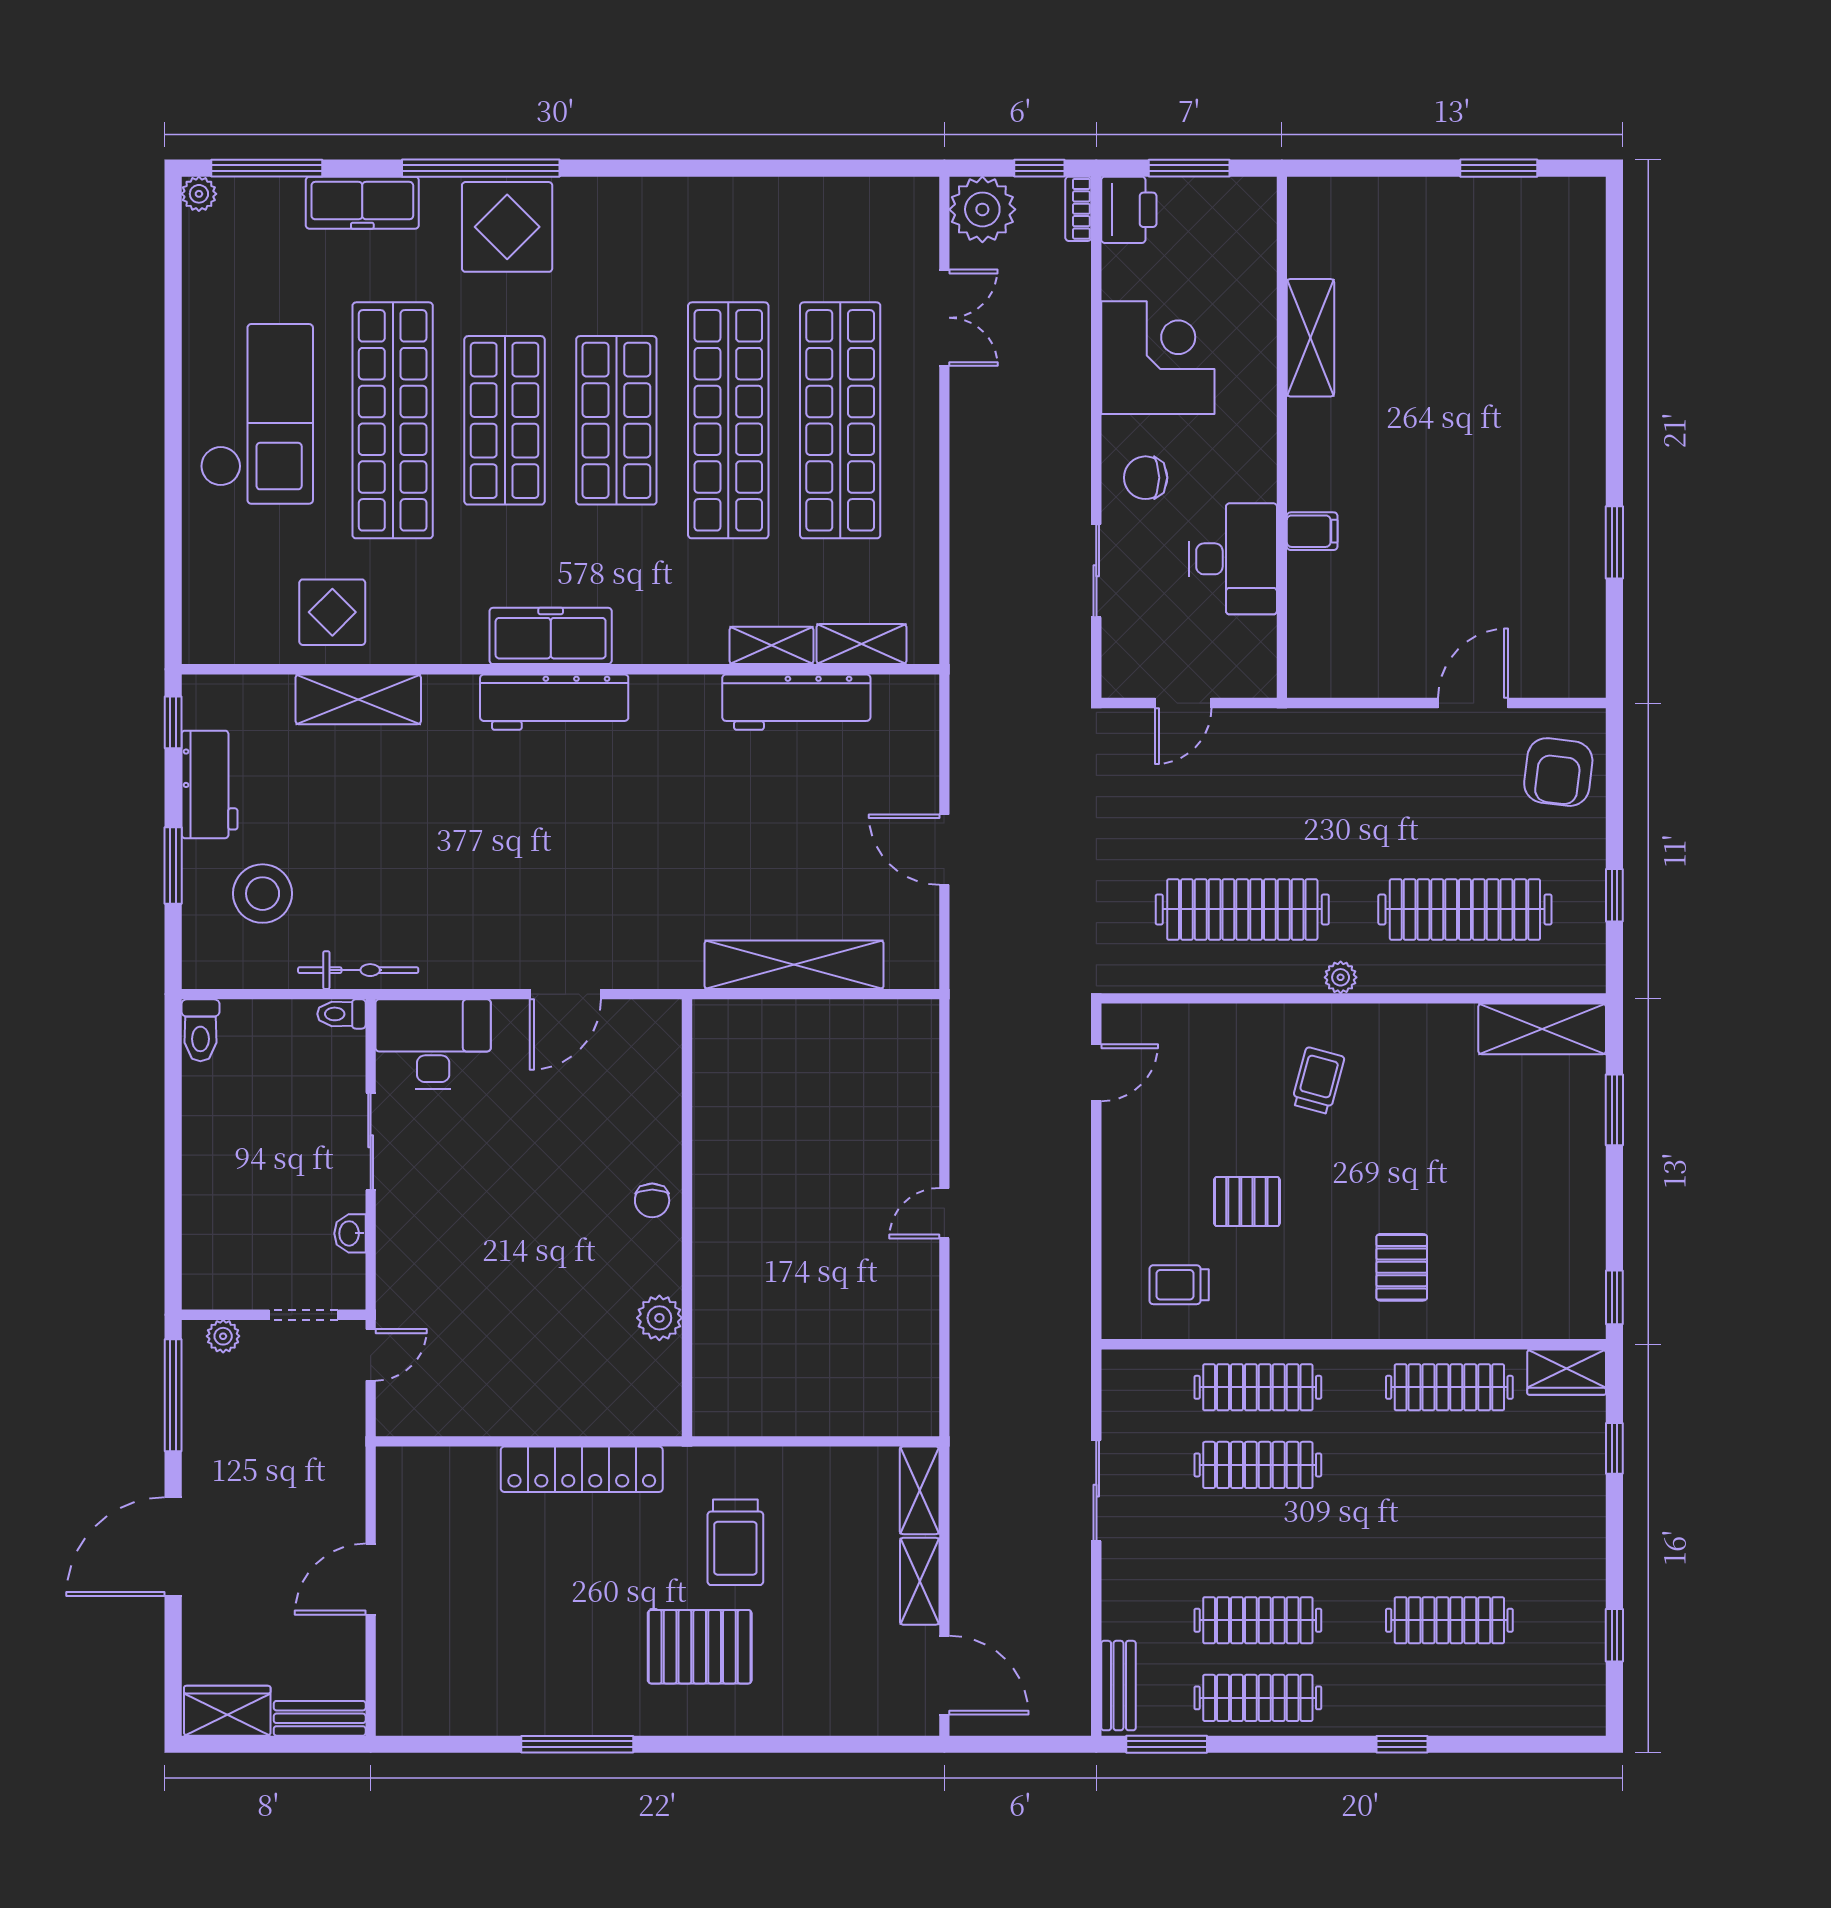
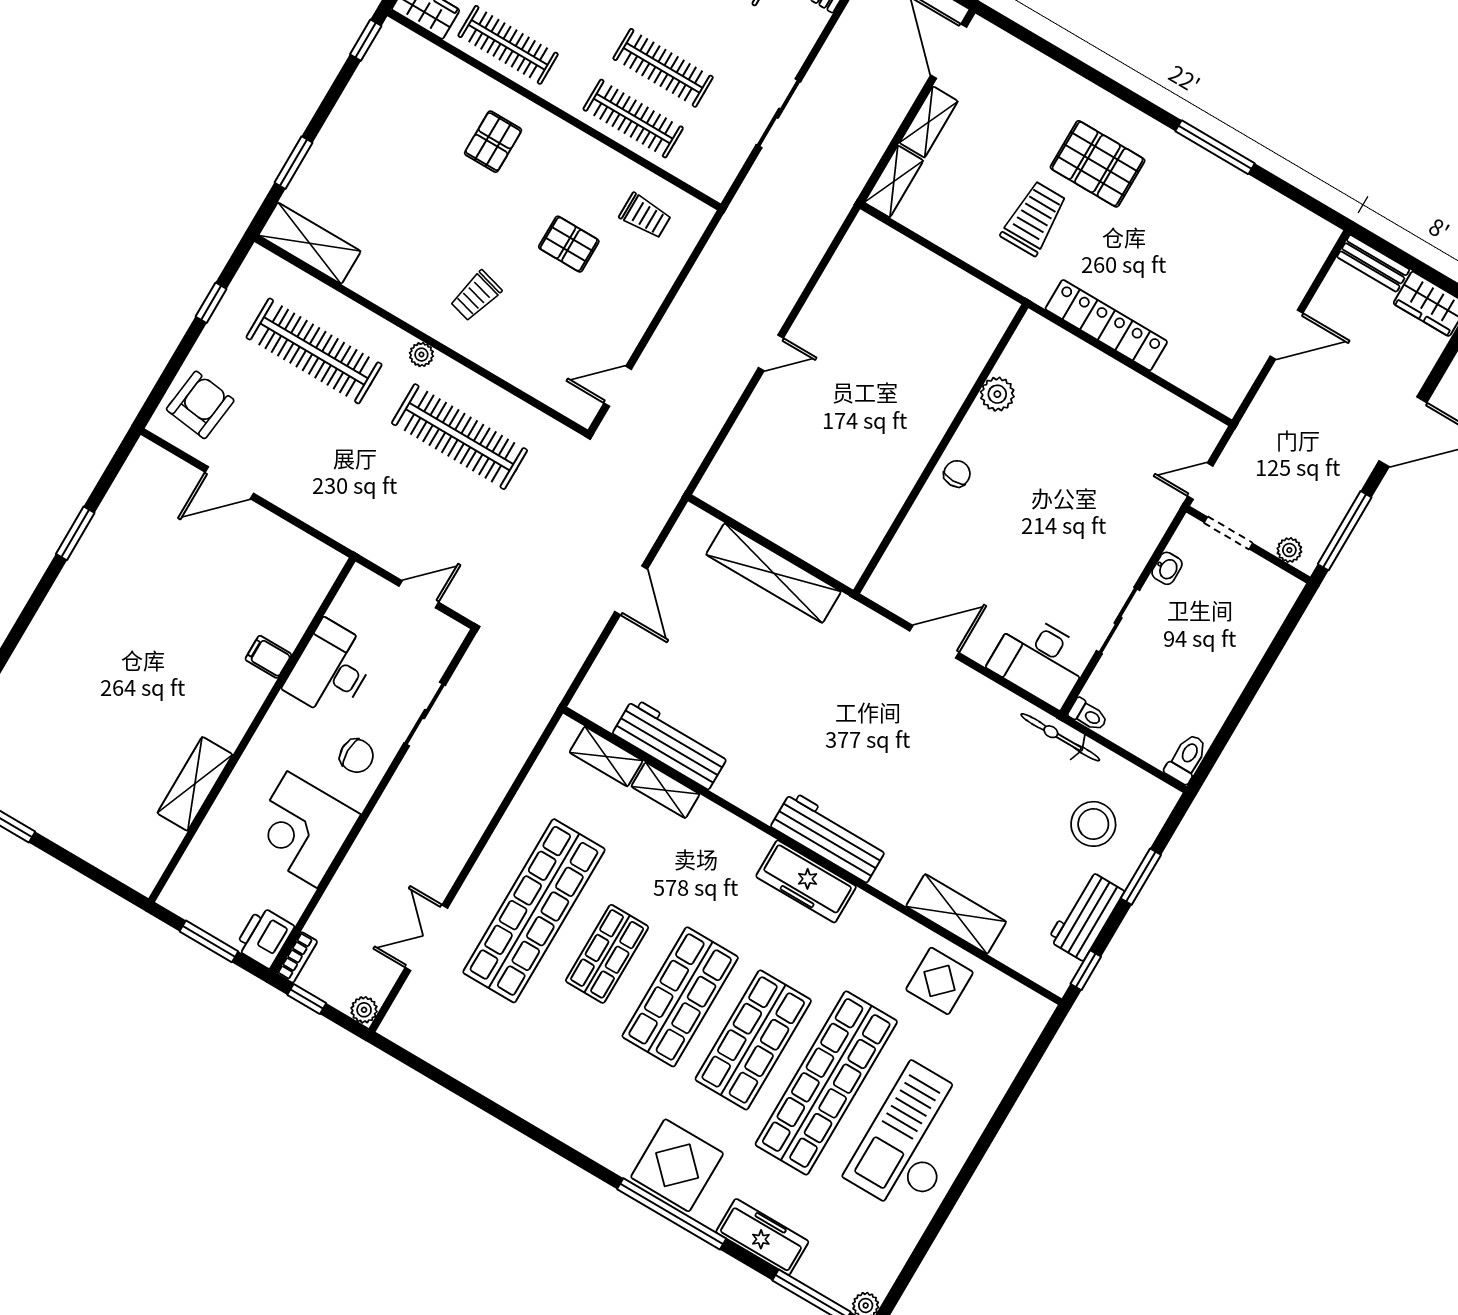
plant: (982, 209) -> (364, 1010), width x0.53, depth x0.53
shop shelf: (728, 420) -> (607, 954), width x0.50, depth x0.74

